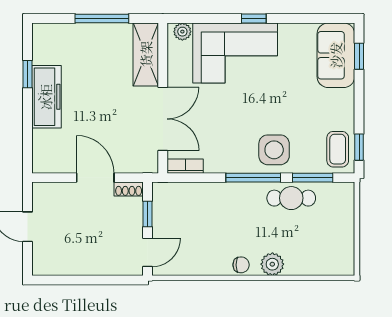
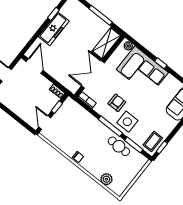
double door: (163, 119) -> (93, 74), swing flipped
armchair: (235, 133) -> (117, 103), added
door: (95, 178) -> (35, 66), moved
door: (148, 252) -> (45, 122), swing flipped
plant: (272, 264) -> (106, 179), moved

